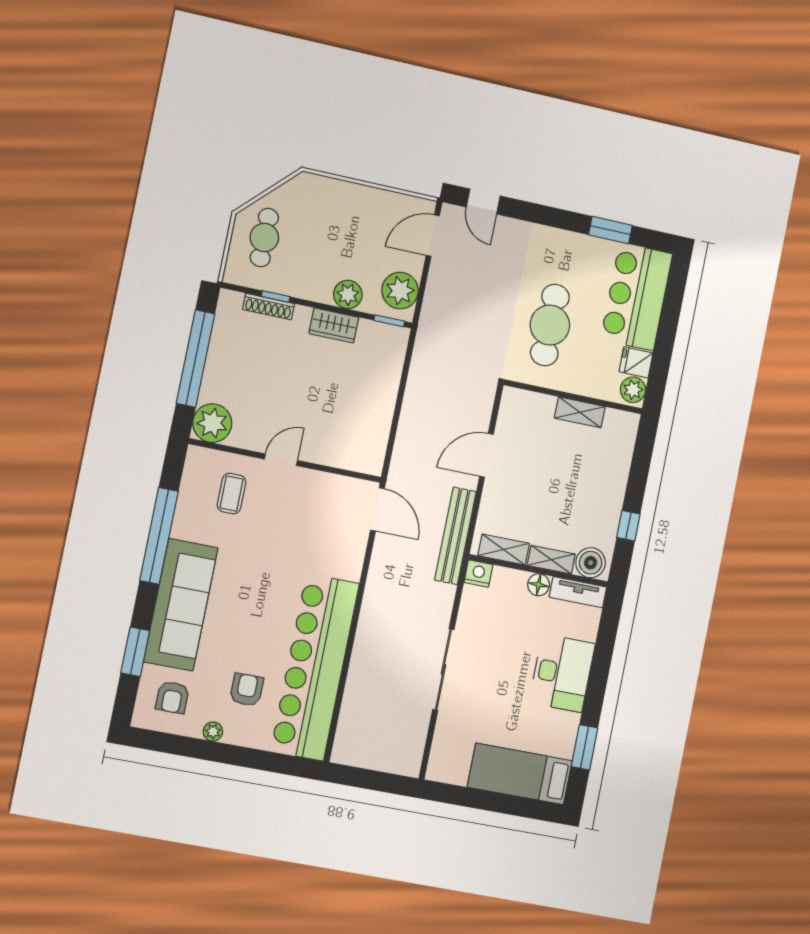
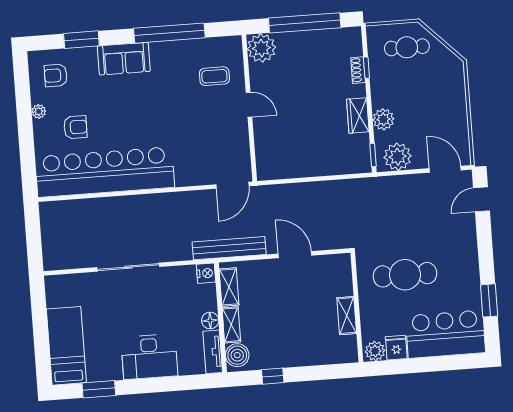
shoe rack: (268, 307) -> (358, 70), width x0.70
sofa: (181, 605) -> (124, 59), width x0.54, depth x0.79

